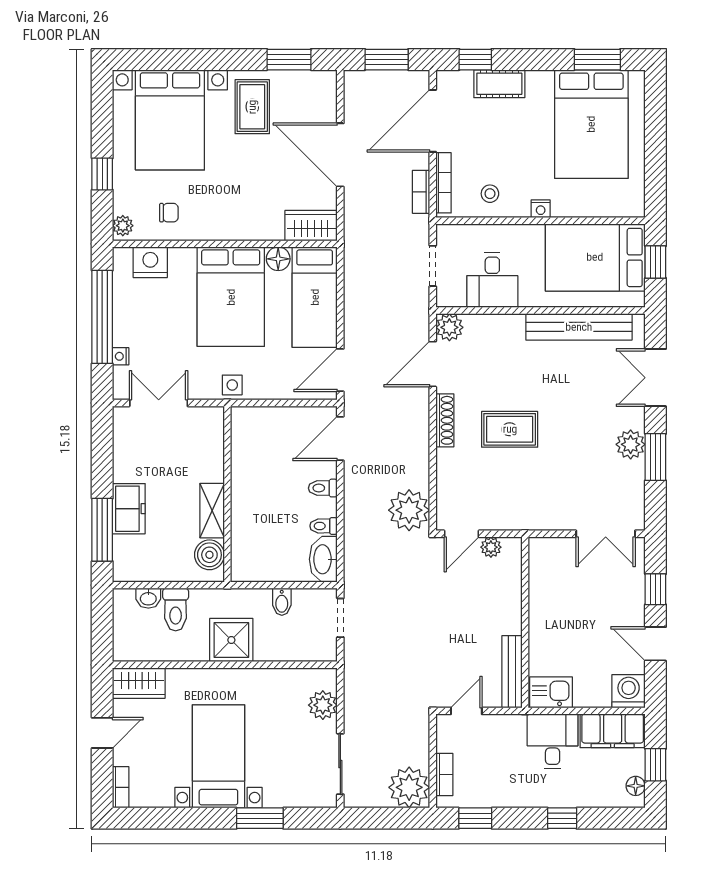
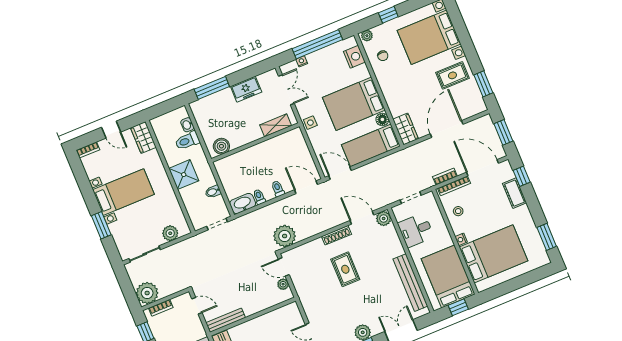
bed: (591, 124) -> (493, 254), moved, turned 180
freezer: (129, 509) -> (246, 89), moved
shelving: (212, 511) -> (276, 125), moved

